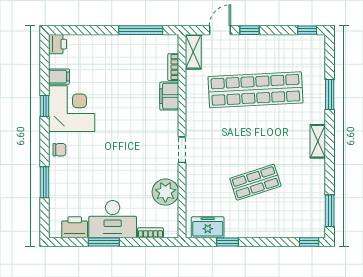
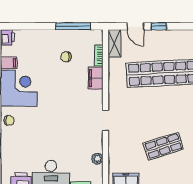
door: (220, 30) -> (135, 26), swing flipped
chair: (132, 69) -> (66, 57), added
plant: (165, 192) -> (97, 159), width x0.53, depth x0.53

